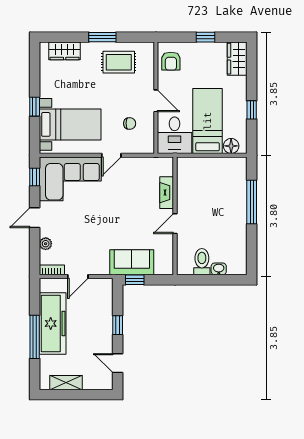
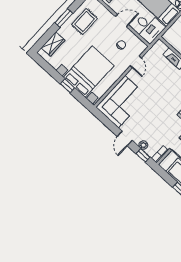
bed with nightstands: (70, 124) -> (89, 72), width x1.36
door: (111, 155) -> (136, 62), moved
window: (35, 177) -> (143, 155), moved

